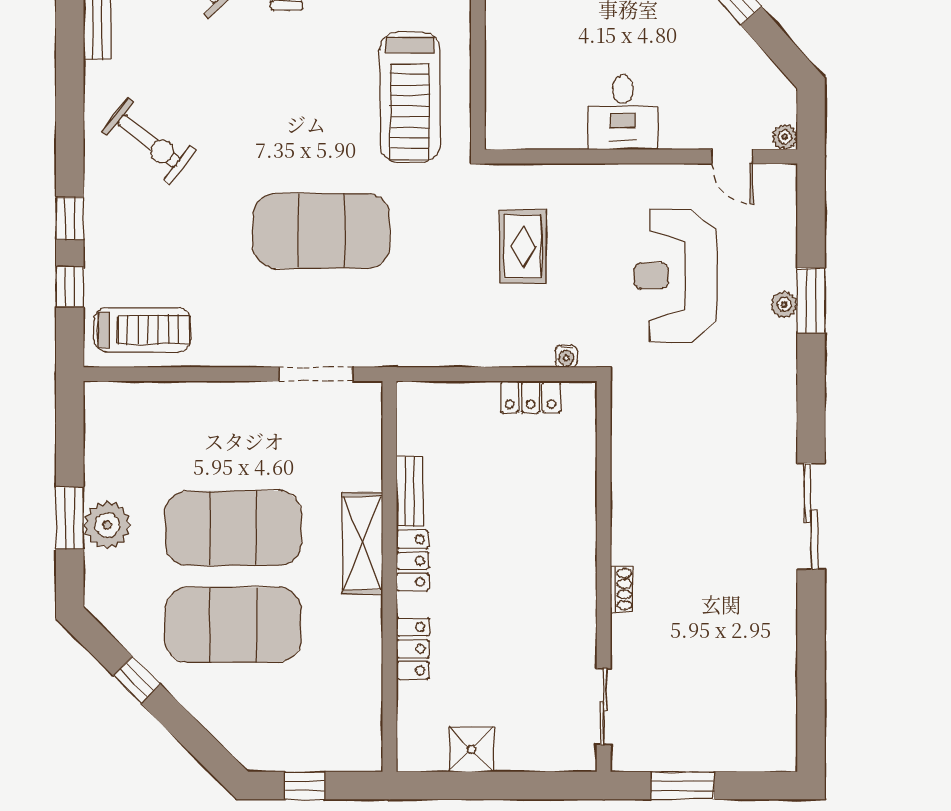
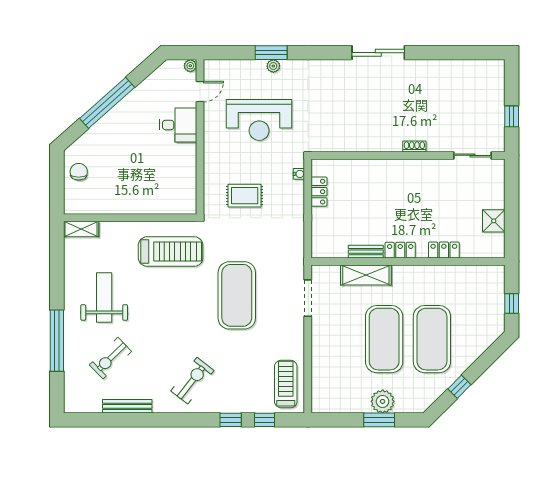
desk: (623, 112) -> (178, 125), moved
shelving: (362, 543) -> (366, 275), moved
window: (683, 786) -> (512, 116), width x0.67

